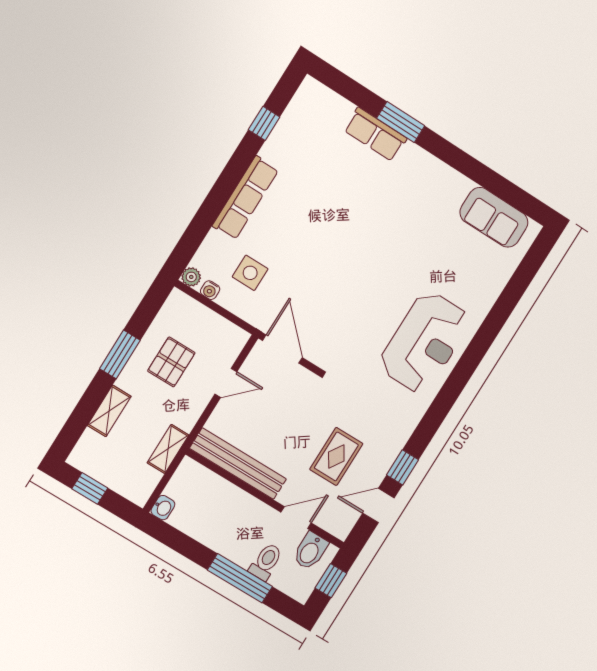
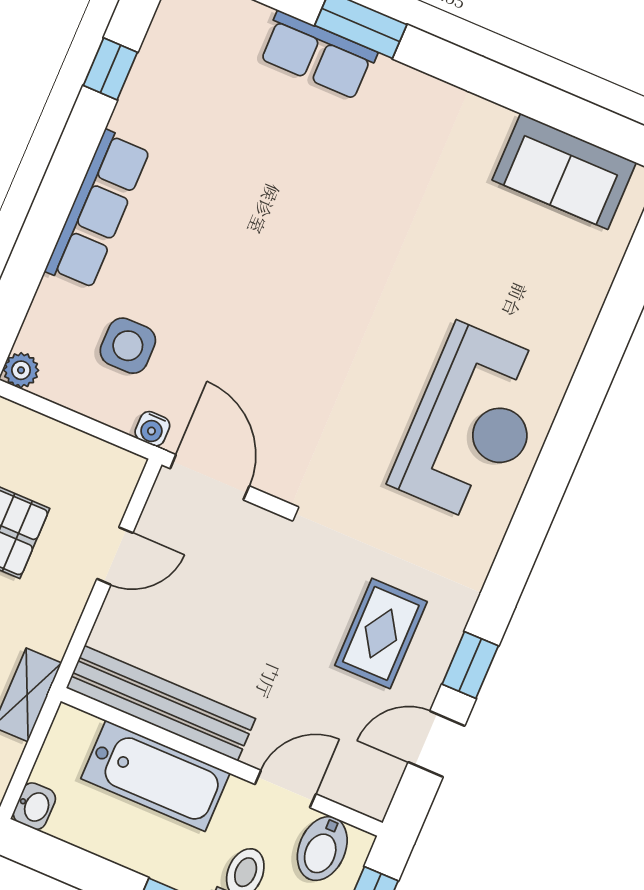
water cooler: (210, 290) -> (152, 429), moved
rug: (336, 456) -> (381, 633), moved
bathtub: (229, 501) -> (155, 776), added

